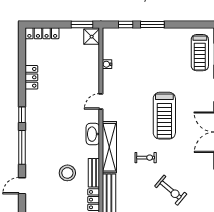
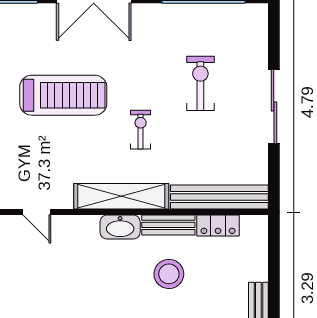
washbasin: (93, 134) -> (120, 227), moved
exercise bike: (171, 190) -> (200, 83), turned -40

